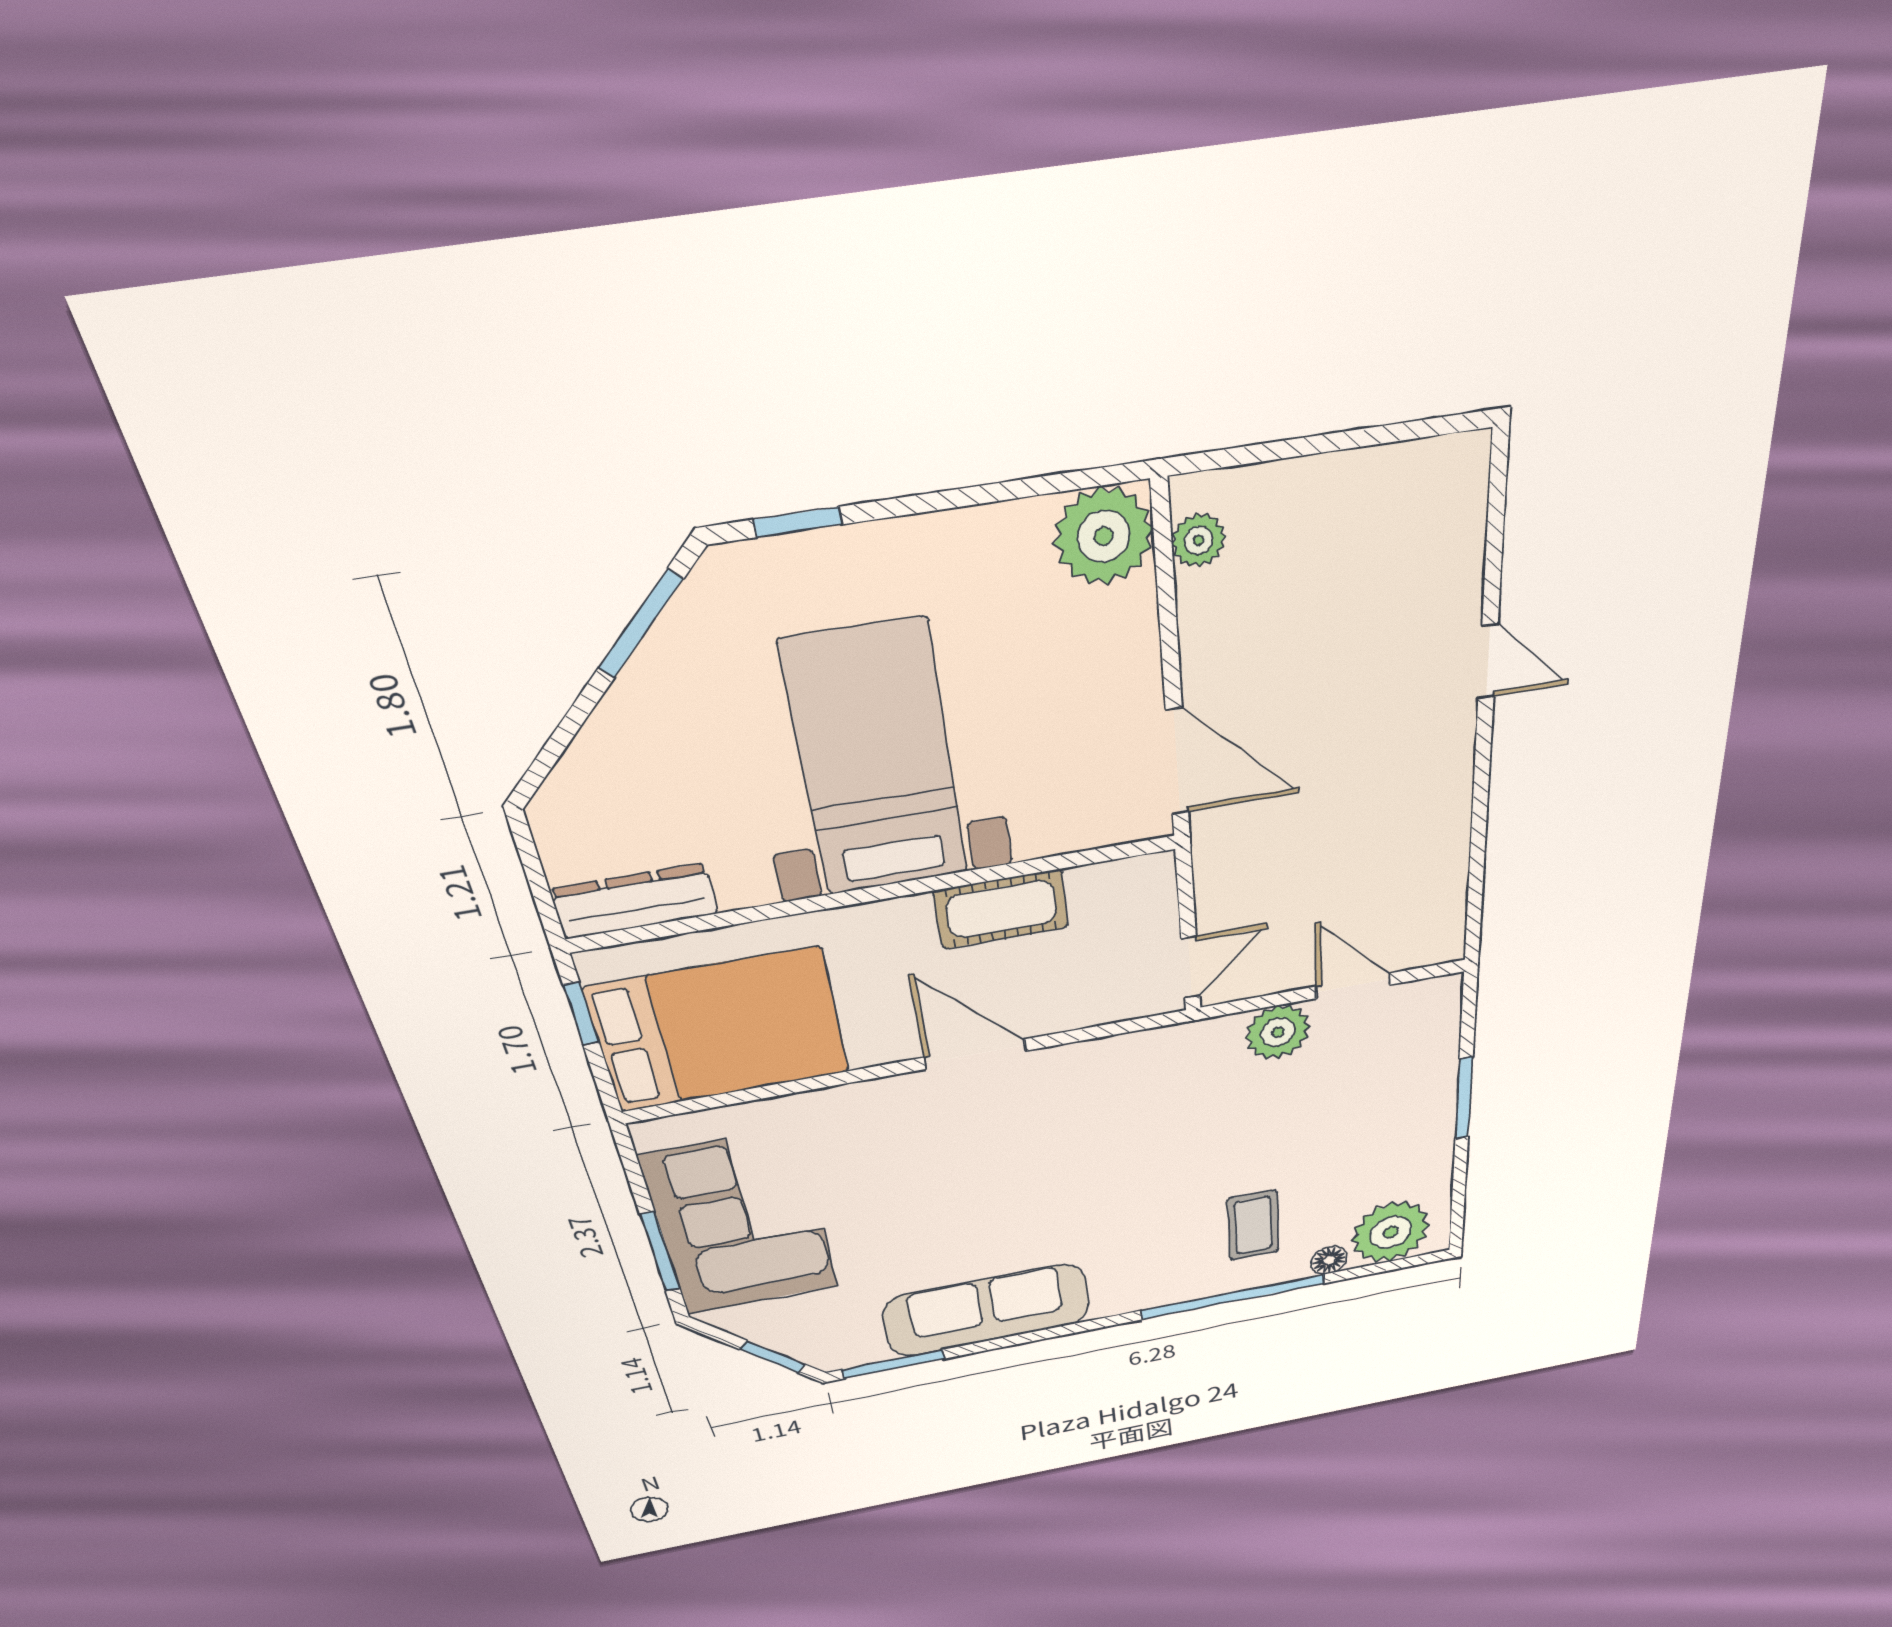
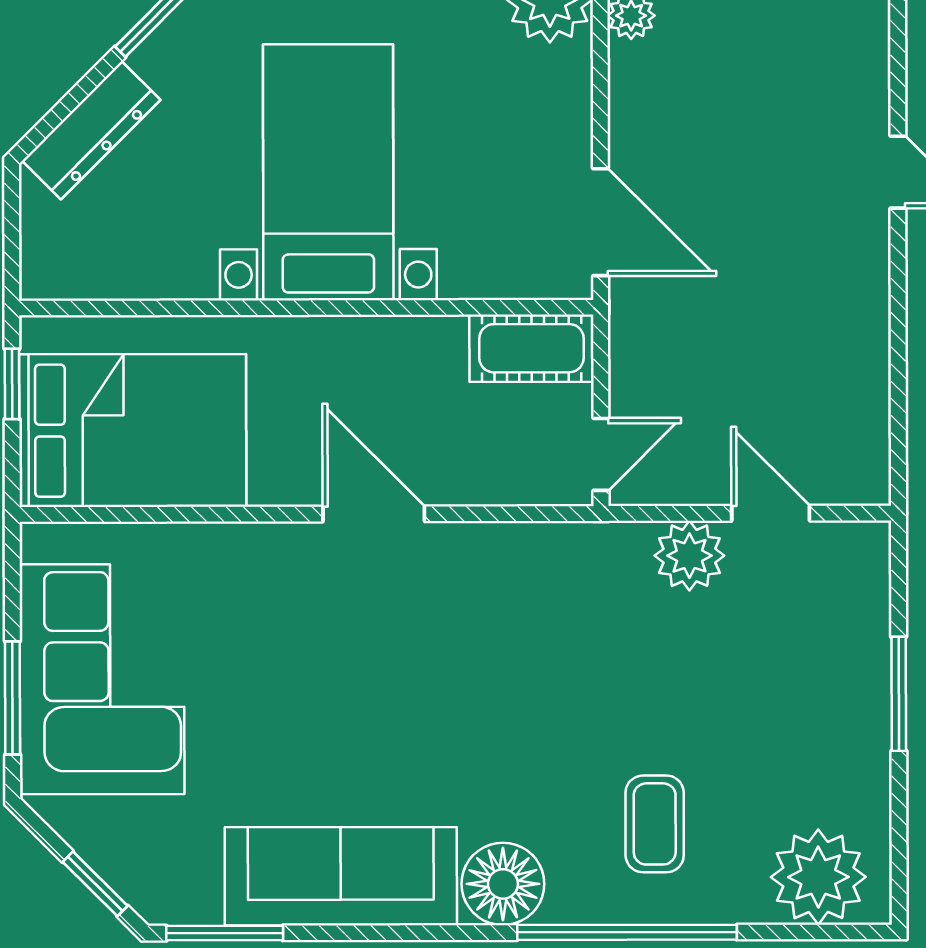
dresser: (635, 901) -> (91, 130), moved, turned 135
cot: (1001, 909) -> (532, 348), moved
floor lamp: (1329, 1260) -> (503, 884), moved, width x1.89, depth x1.89

